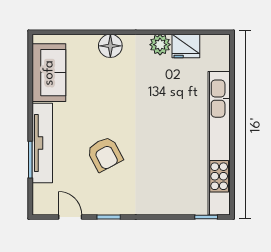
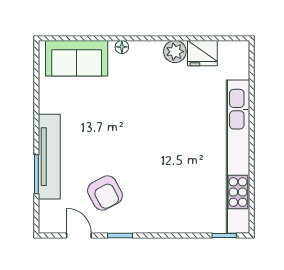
floor lamp: (110, 46) -> (122, 47), width x0.53, depth x0.53
sofa: (49, 73) -> (77, 58), moved, turned 90
armchair: (105, 154) -> (105, 193), moved

